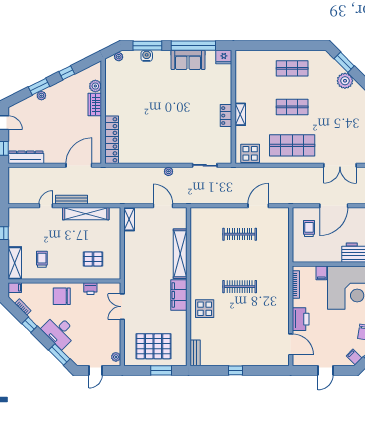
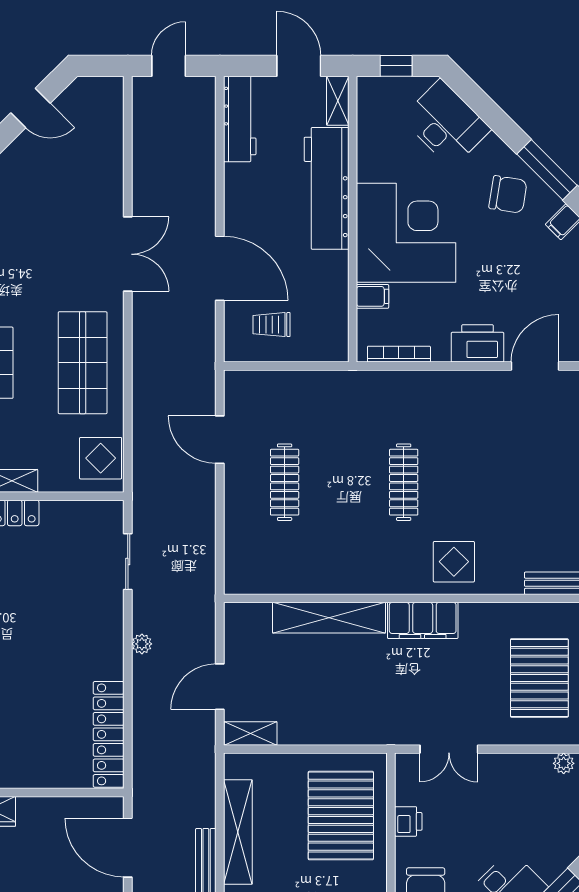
locker: (112, 140) -> (109, 734), moved, turned -90
door: (163, 206) -> (220, 687), moved
pallet: (93, 259) -> (341, 816), width x2.05, depth x2.00

